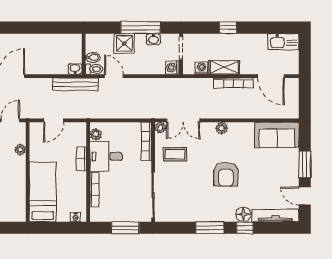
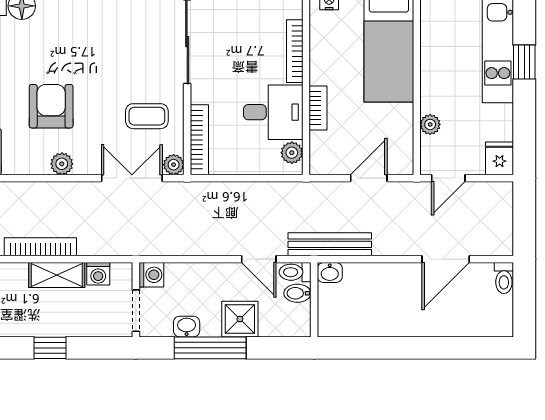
armchair: (226, 174) -> (51, 106), moved

